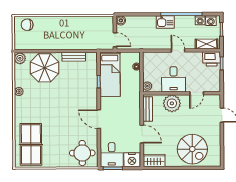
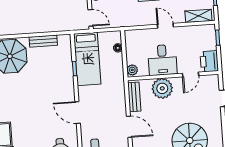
printer: (212, 59) -> (209, 61), moved, turned 90

